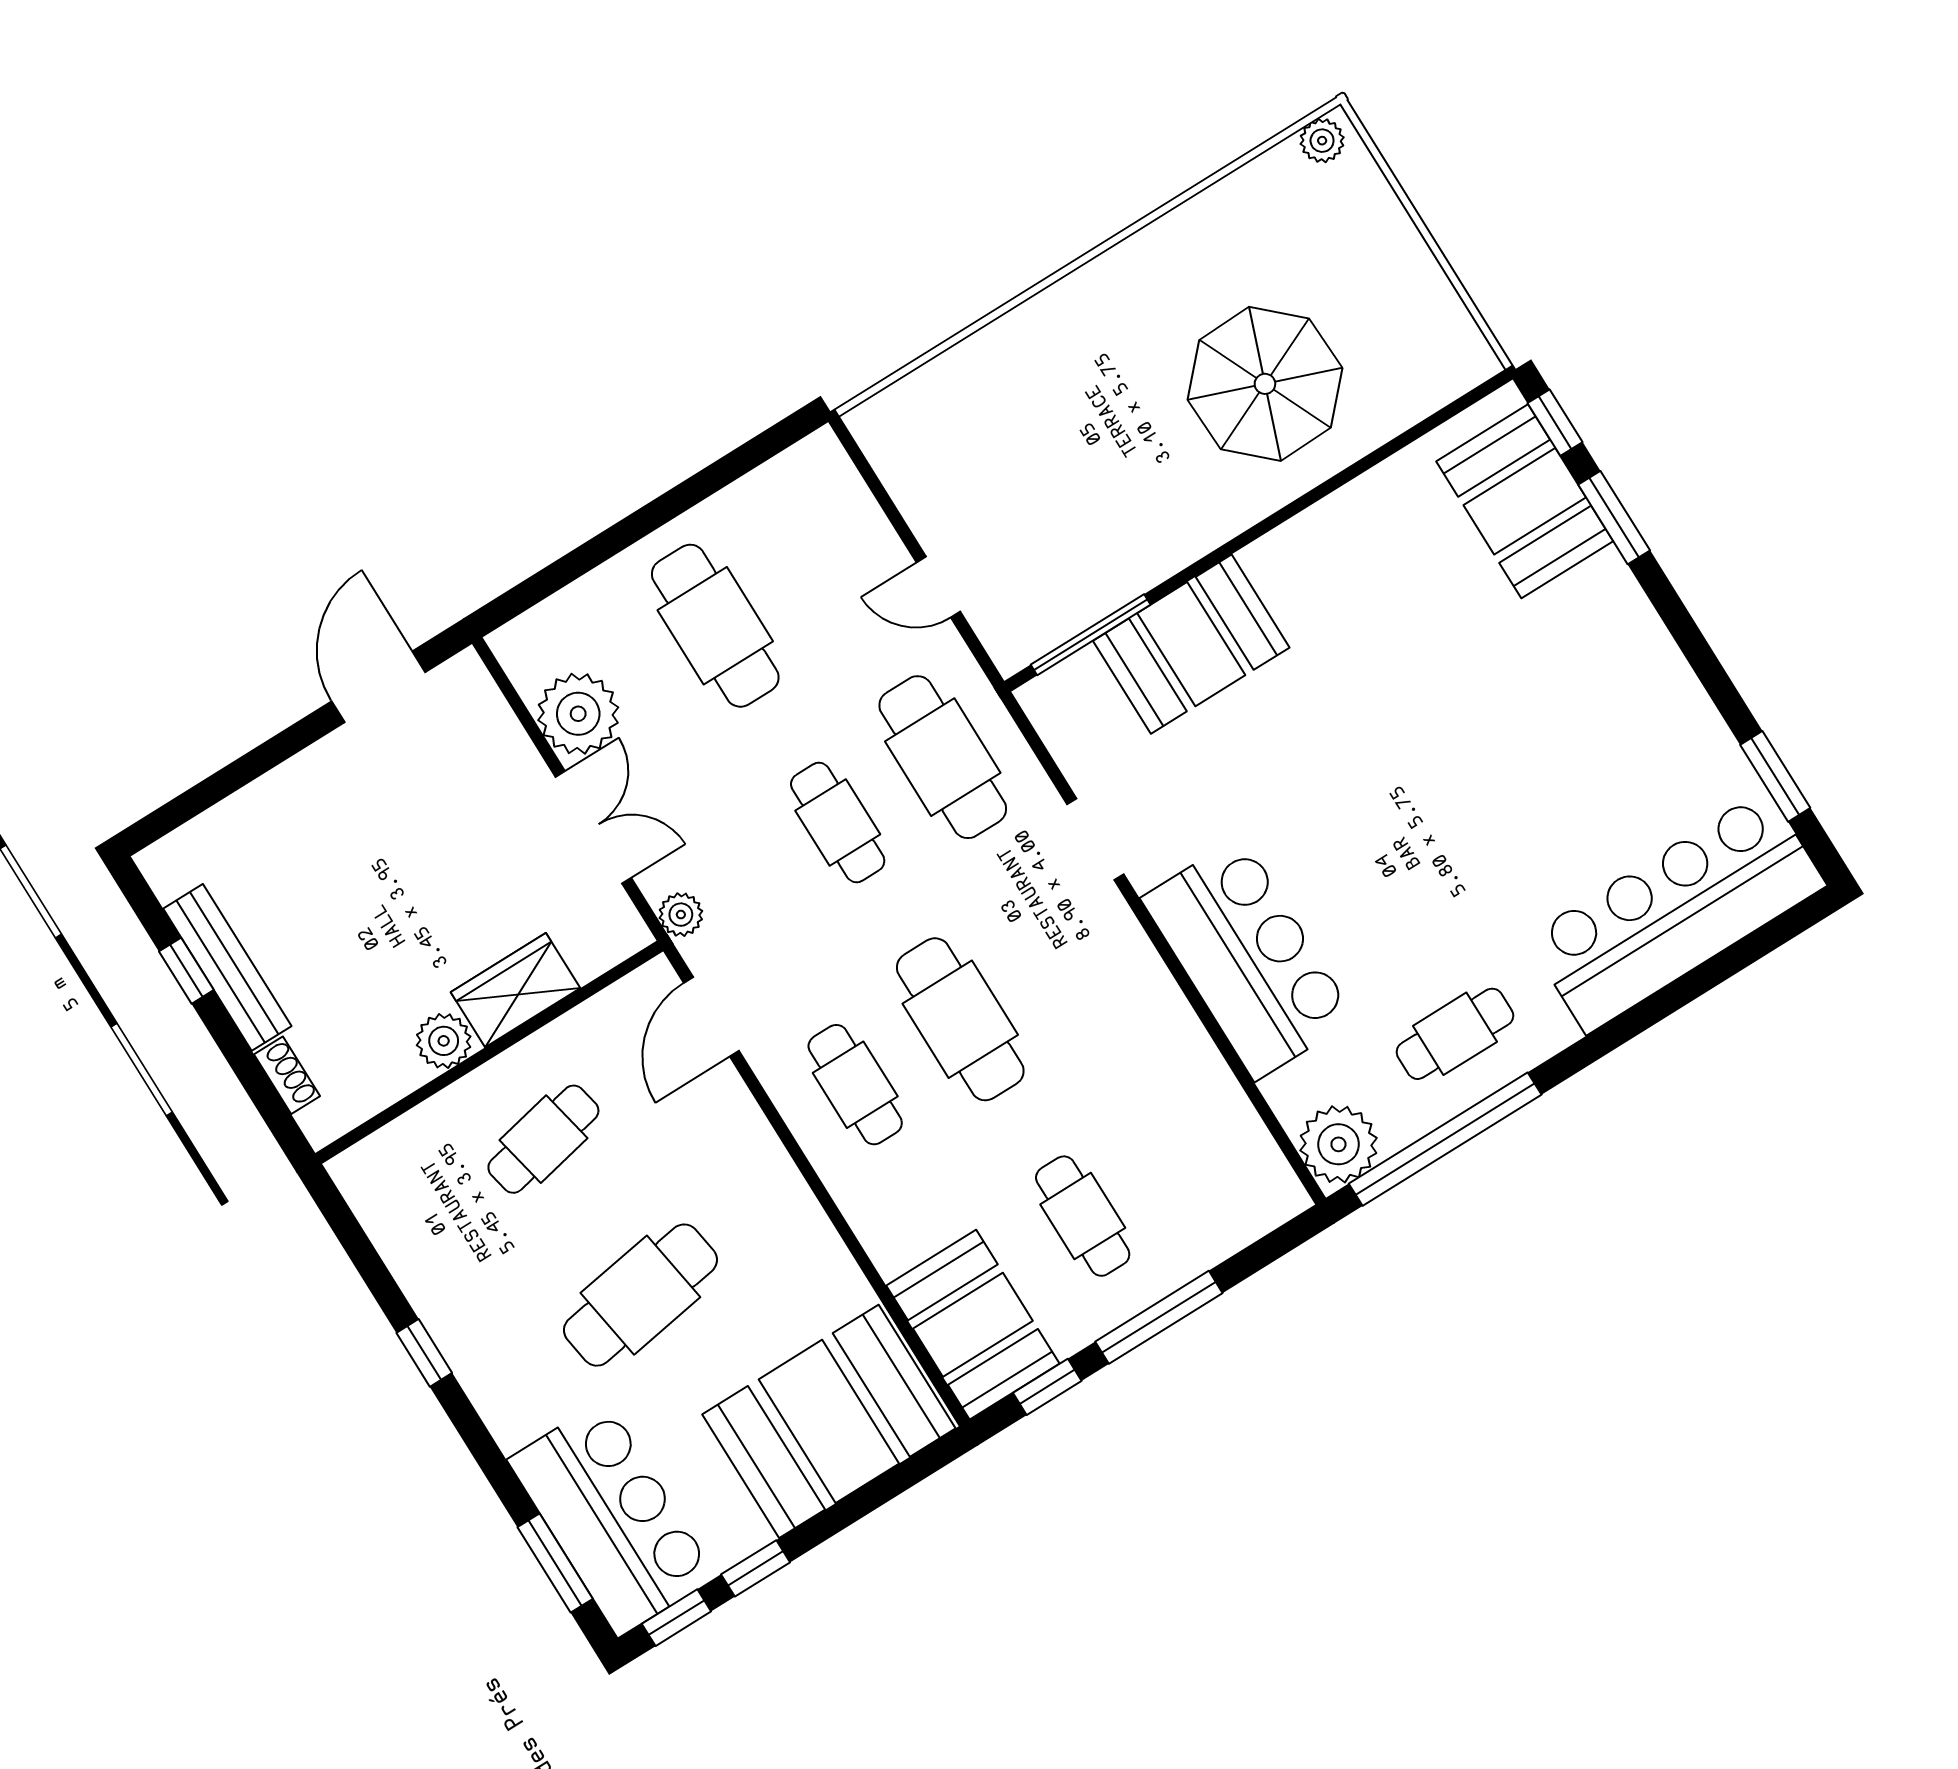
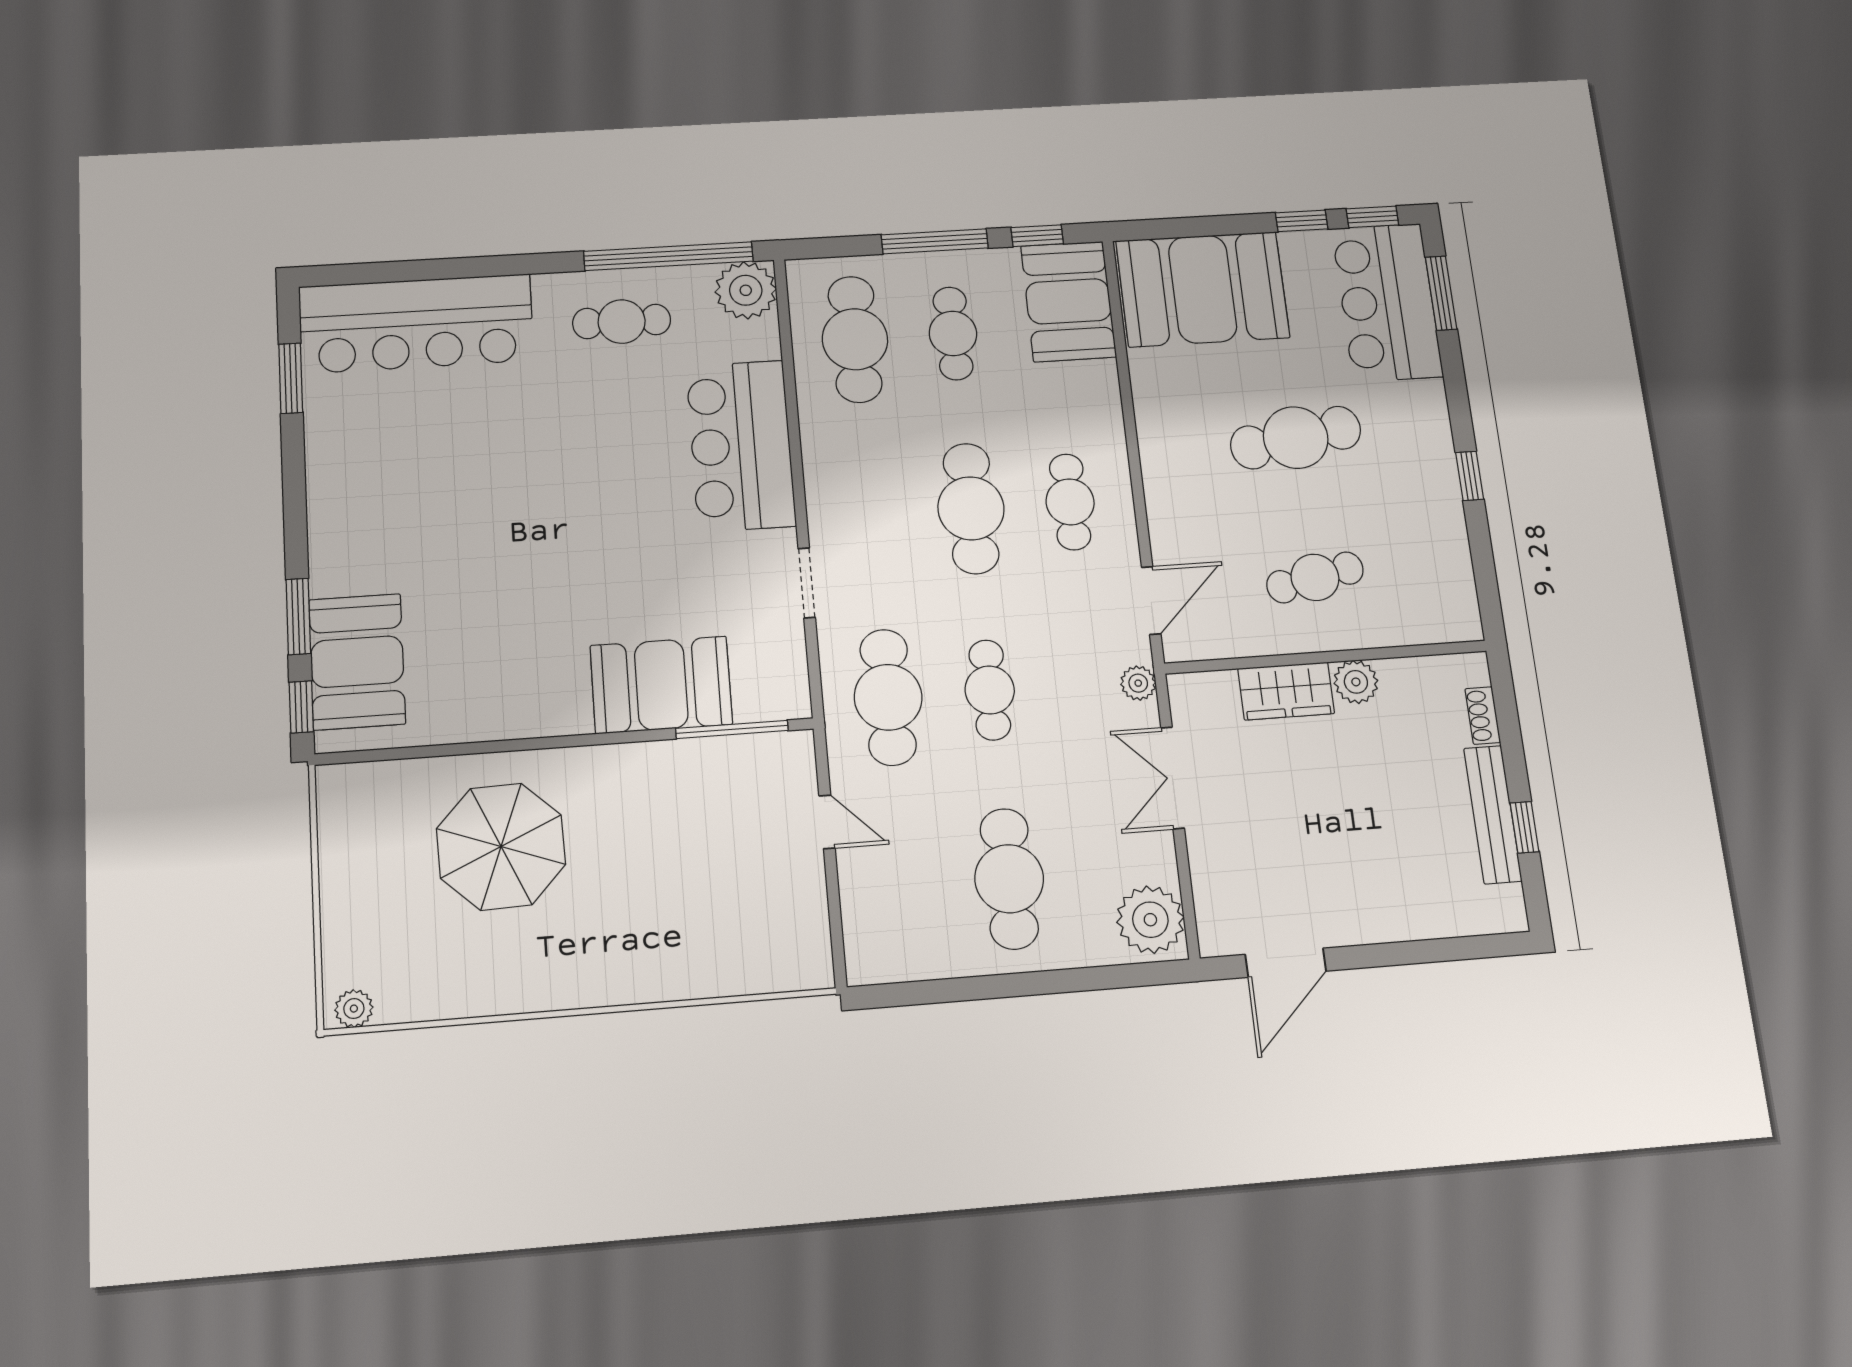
plant: (578, 714) -> (1150, 920), moved
cafe table: (1188, 1151) -> (855, 339), added

